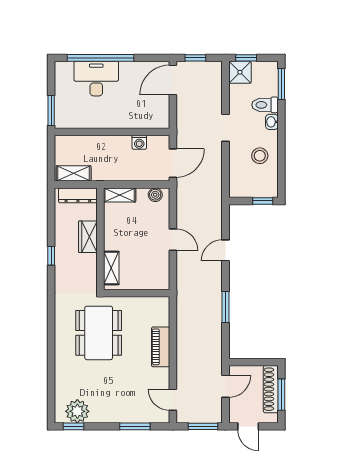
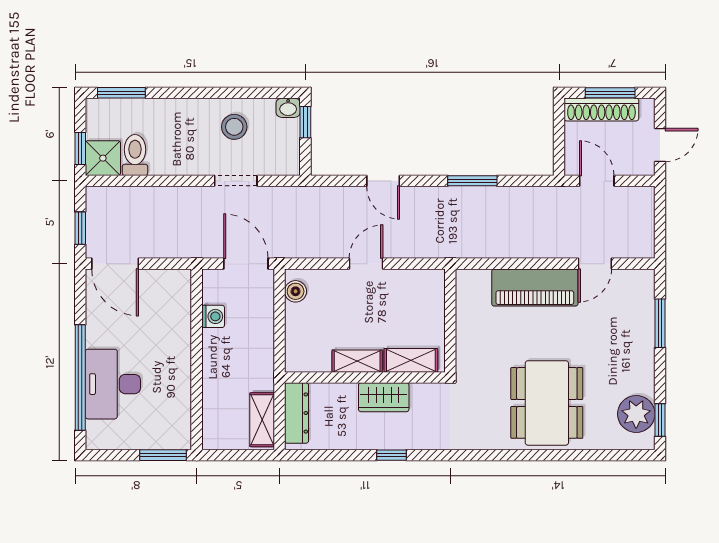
toilet: (265, 105) -> (135, 155), moved, turned 180
washbasin: (272, 122) -> (288, 108), moved
doorway: (225, 128) -> (236, 181), moved
shelving: (120, 195) -> (357, 361), moved, turned 90
wardrobe: (88, 237) -> (384, 397), moved
dining table: (99, 333) -> (547, 403), moved, turned 90
piano: (161, 347) -> (535, 288), width x1.37, depth x1.33
door: (173, 400) -> (595, 264), moved
window: (203, 426) -> (660, 216), removed

